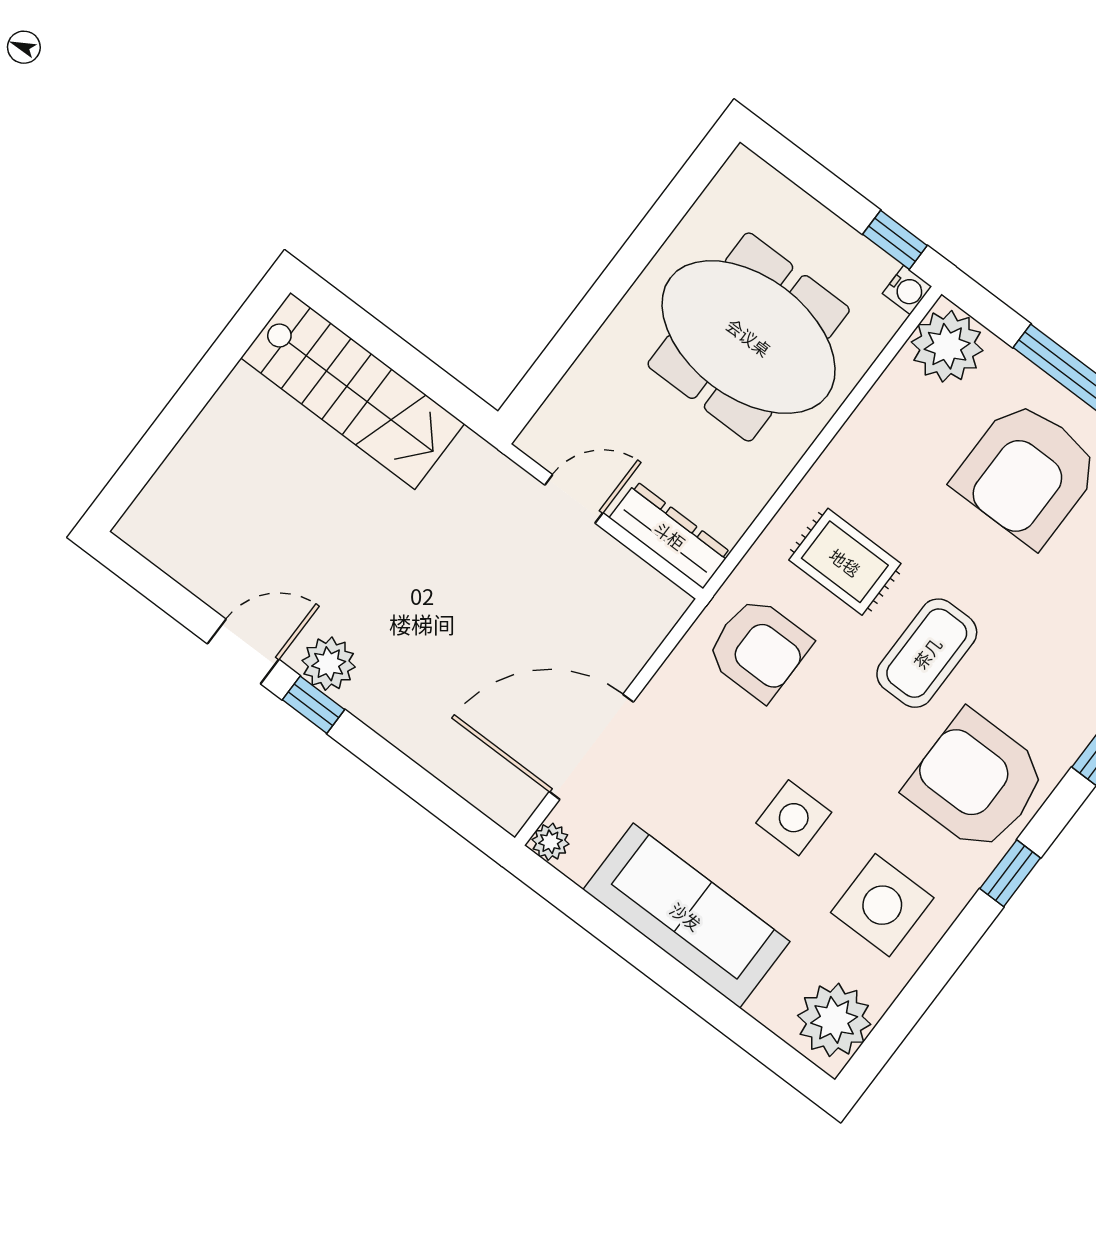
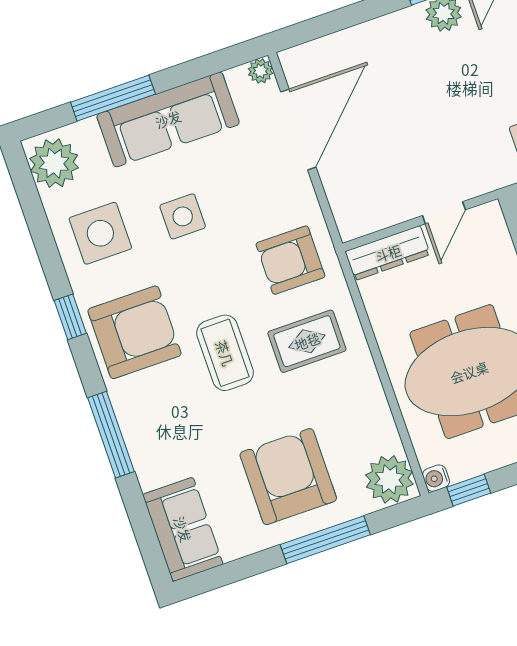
window: (705, 1001) -> (113, 98), added

